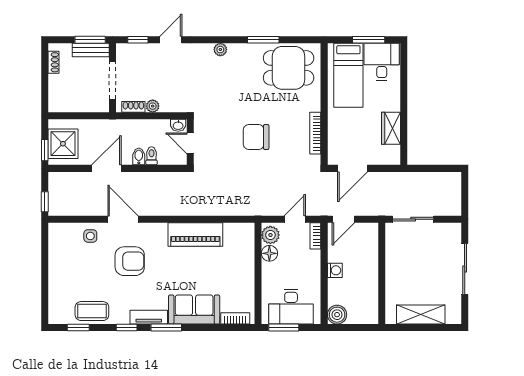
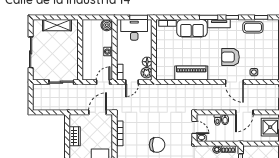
chair: (256, 137) -> (157, 145), moved

